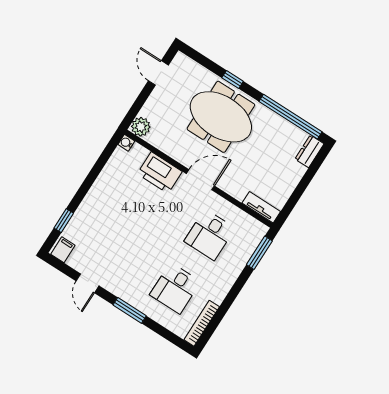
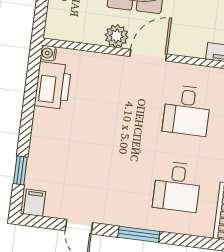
plant: (141, 127) -> (117, 36), moved
printer: (160, 173) -> (53, 86), moved, turned -90

